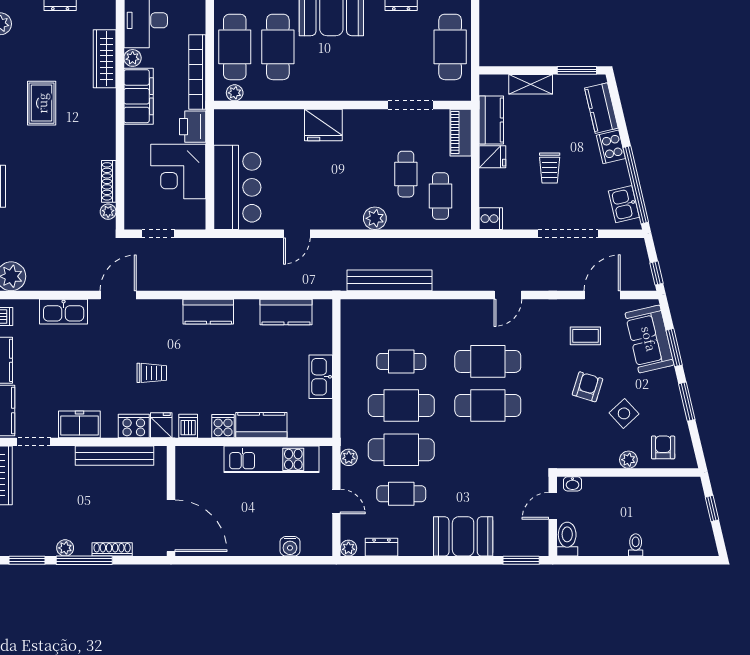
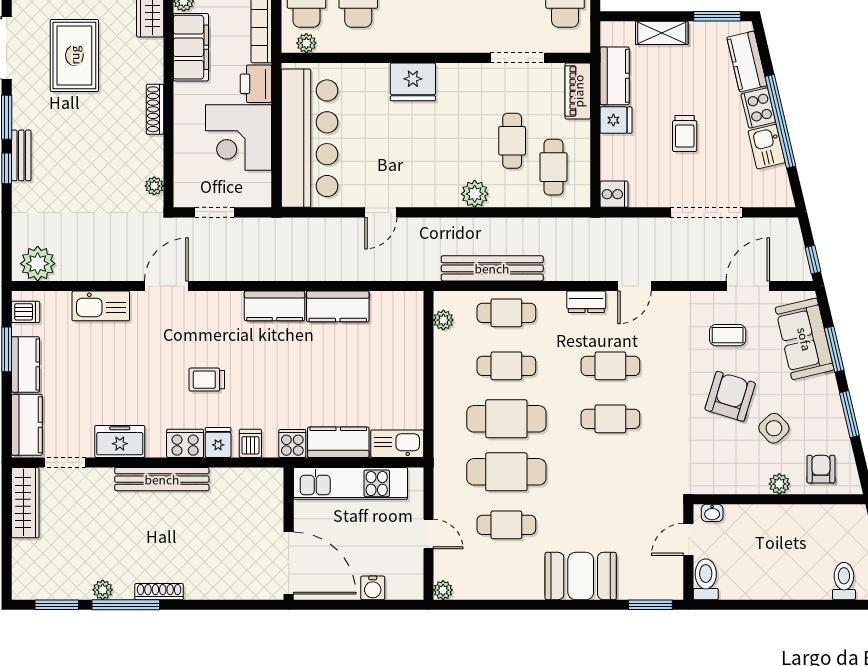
rug: (42, 103) -> (74, 55), width x1.36, depth x1.43
shoe rack: (109, 181) -> (155, 109), moved
window: (636, 185) -> (780, 121), moved
bar counter: (237, 187) -> (309, 138), width x1.36
kitchen sink: (624, 204) -> (767, 147), moved
kitchen counter: (286, 312) -> (338, 306), moved
cafe table: (401, 317) -> (506, 313), added
cafe table: (488, 361) -> (610, 366), width x0.73, depth x0.74
trolley: (152, 373) -> (207, 380), turned 180
kitchen sink: (321, 377) -> (397, 444), moved, turned 90
armchair: (588, 387) -> (730, 396), width x1.38, depth x1.38
cafe table: (488, 406) -> (610, 419), width x0.73, depth x0.74
plant: (349, 457) -> (443, 320), moved
wall: (171, 501) -> (289, 534), moved
door: (171, 526) -> (289, 563), moved
toilet: (636, 545) -> (844, 581), moved, width x1.37, depth x1.39
dresser: (381, 547) -> (586, 302), moved, turned 180

